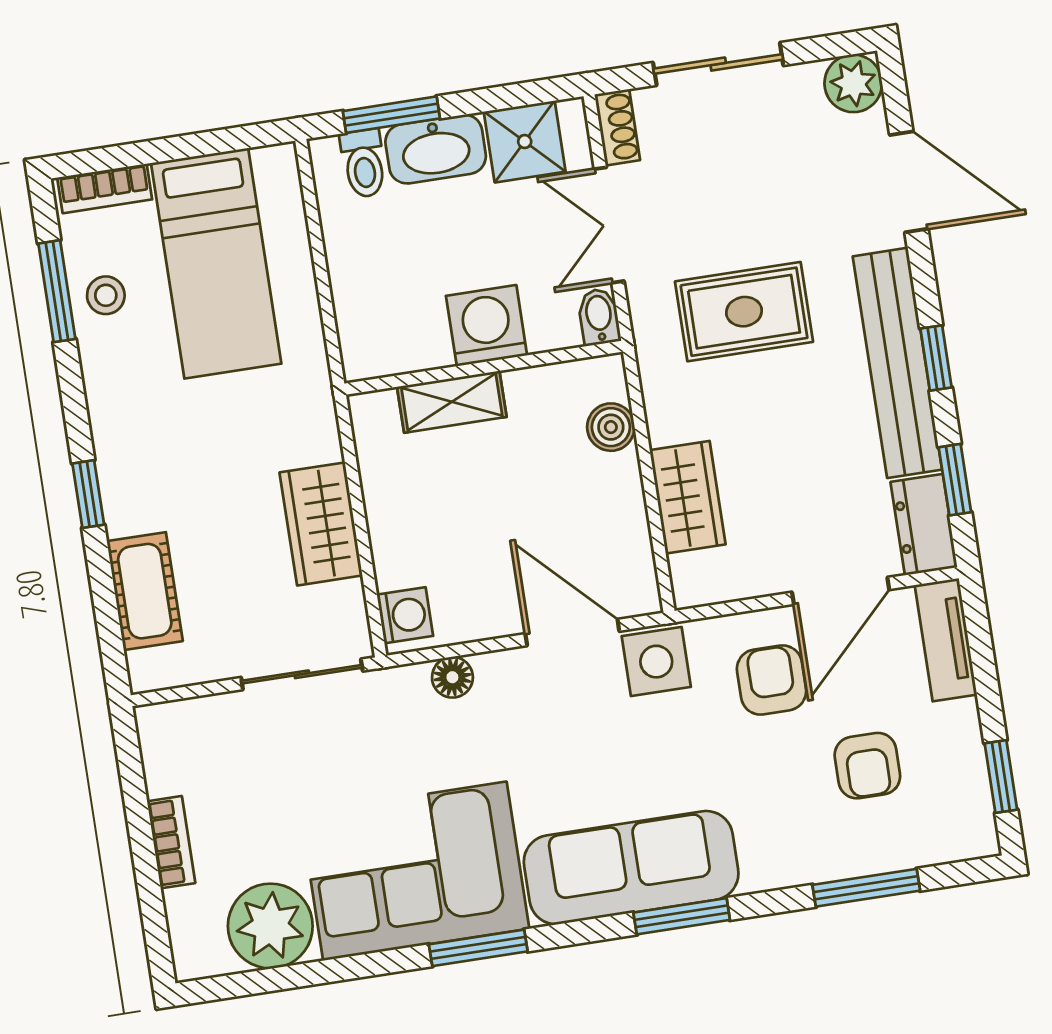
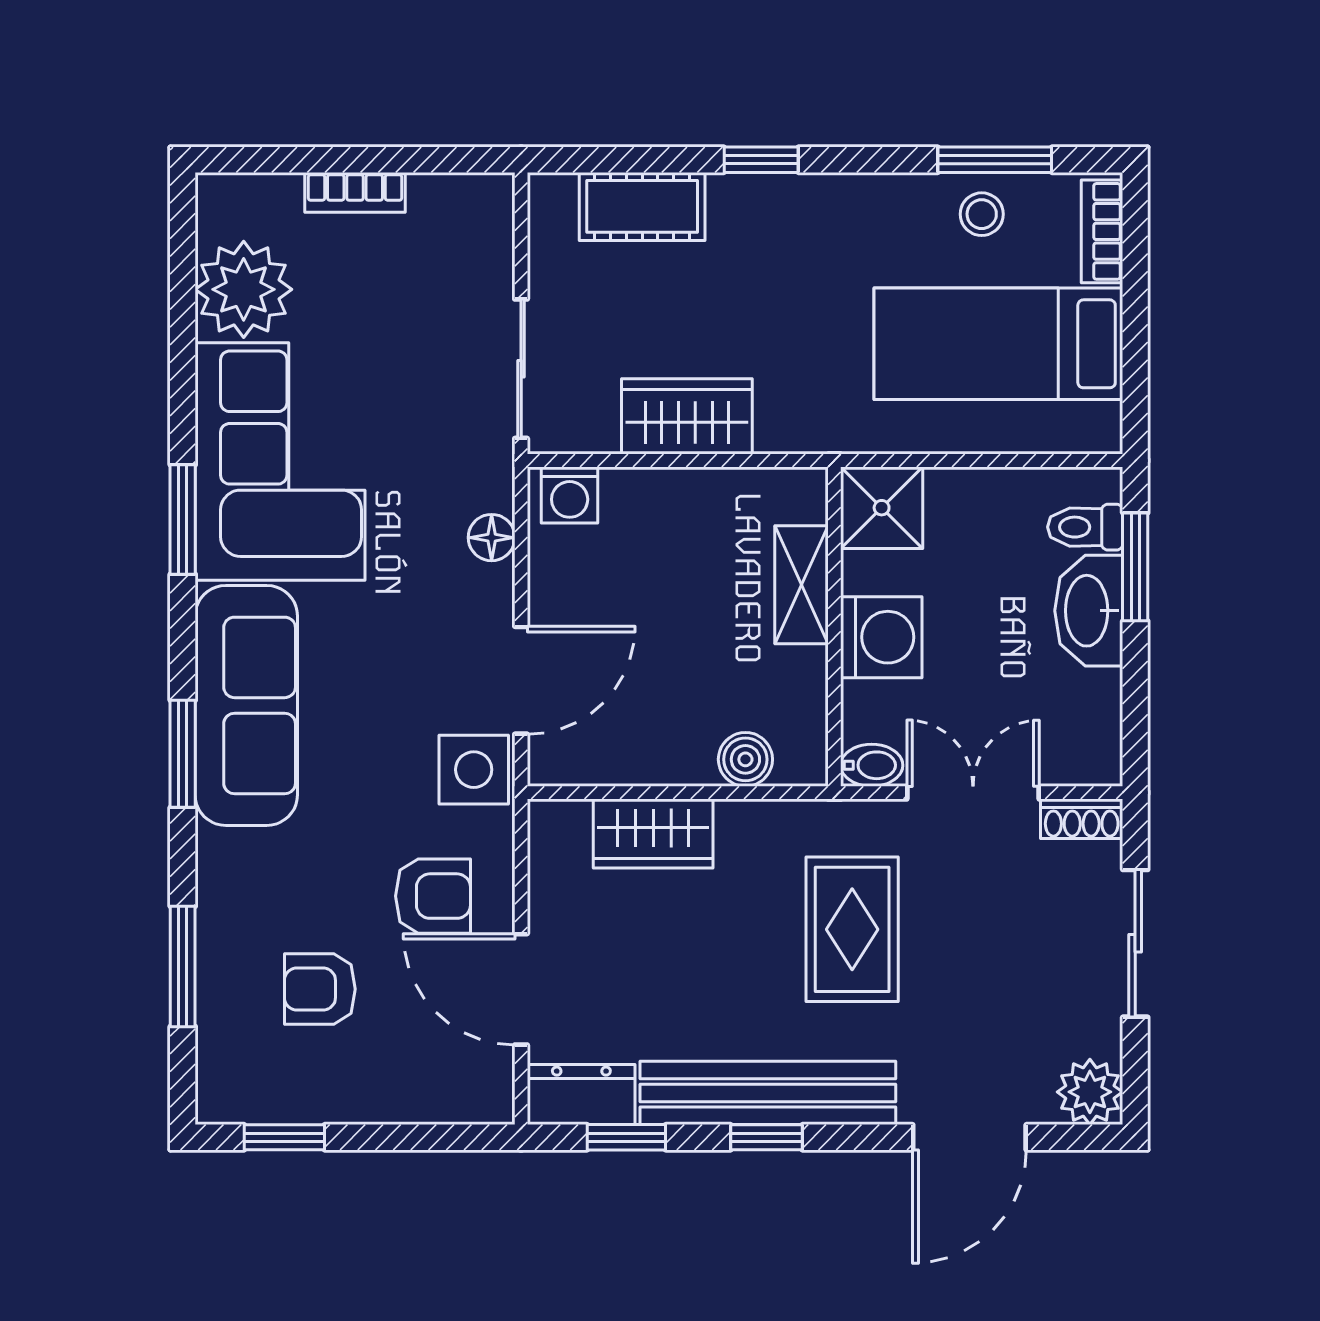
shower: (525, 142) -> (882, 508), moved
tv unit: (946, 640) -> (448, 1099), removed

